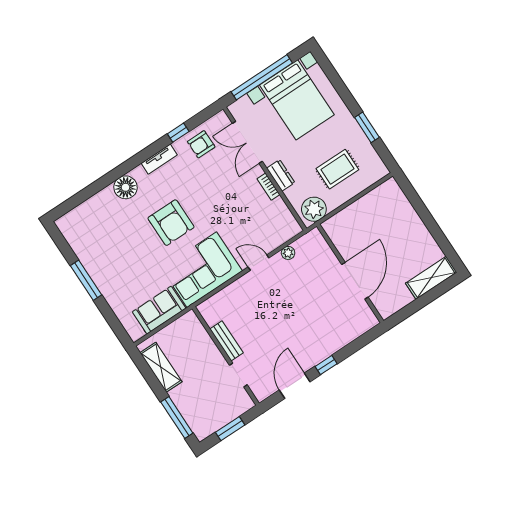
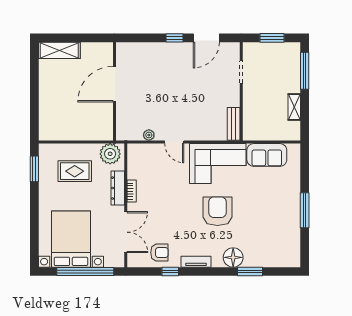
window: (367, 127) -> (34, 169), moved
dresser: (281, 175) -> (118, 188), width x1.44
window: (100, 185) -> (250, 272), added
bench: (227, 341) -> (234, 124), moved
shelving: (161, 367) -> (294, 107), width x0.67, depth x0.75

